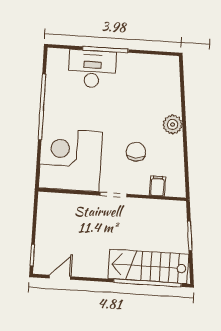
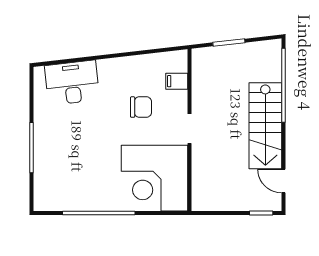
desk: (92, 69) -> (72, 83), moved, turned 83
plant: (173, 124) -> (109, 69), removed
chair: (136, 152) -> (141, 107), turned 180
stairs: (148, 266) -> (265, 126), moved

